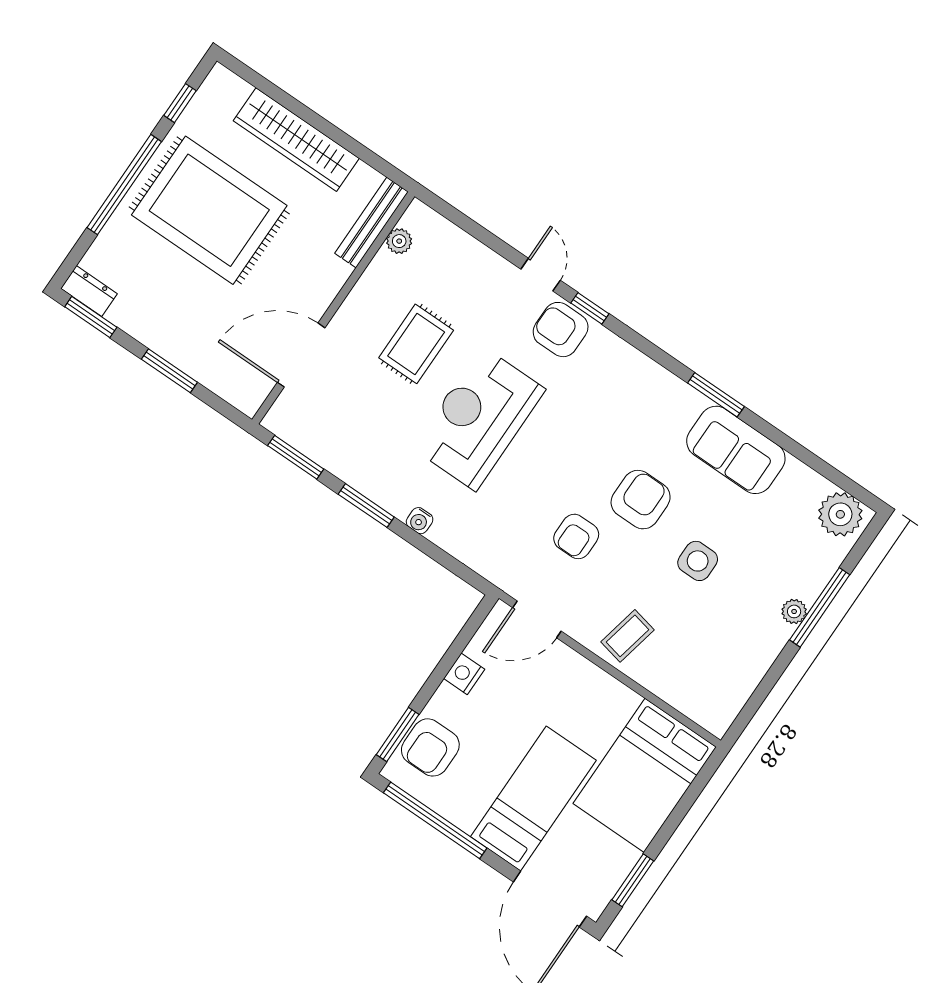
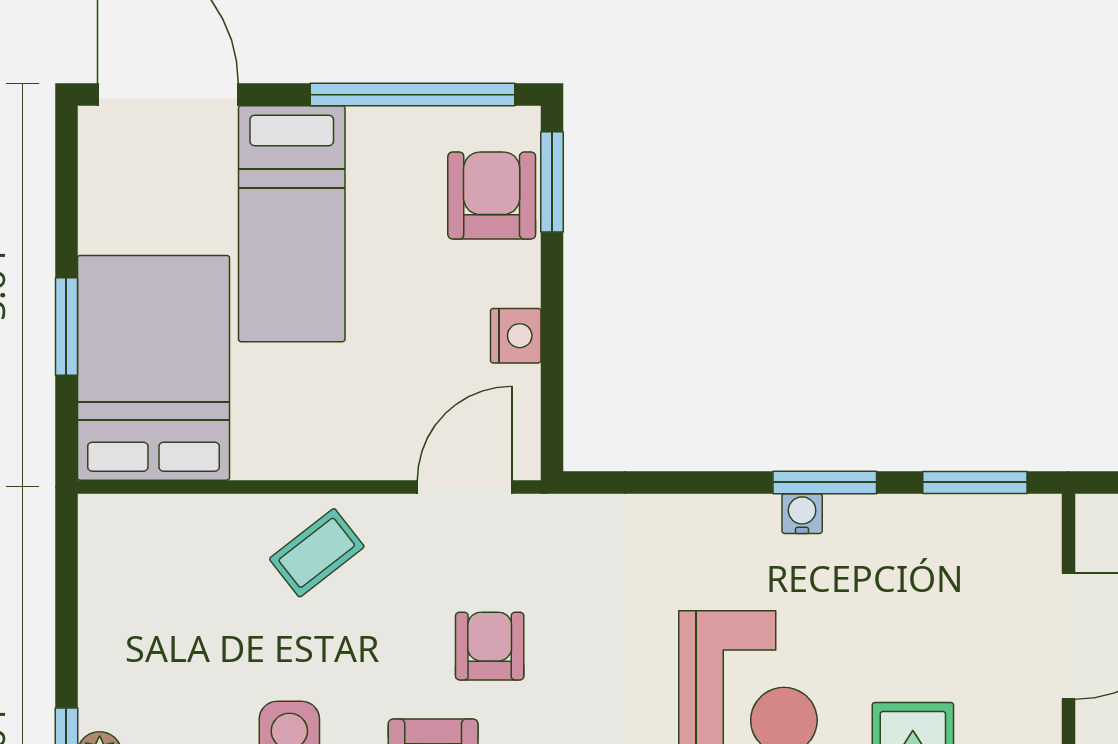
water cooler: (420, 521) -> (802, 514), moved
coffee table: (627, 636) -> (317, 553), turned 40
window: (633, 880) -> (66, 326), moved

